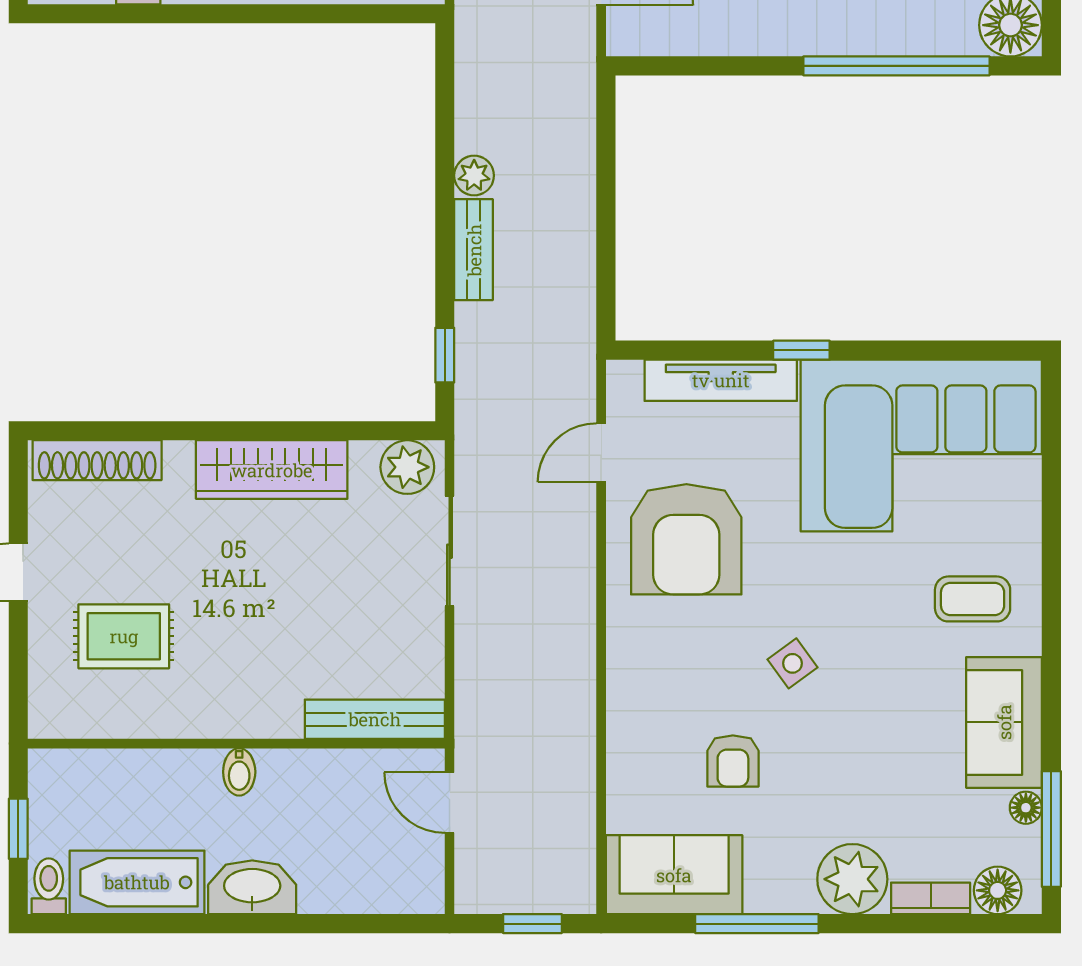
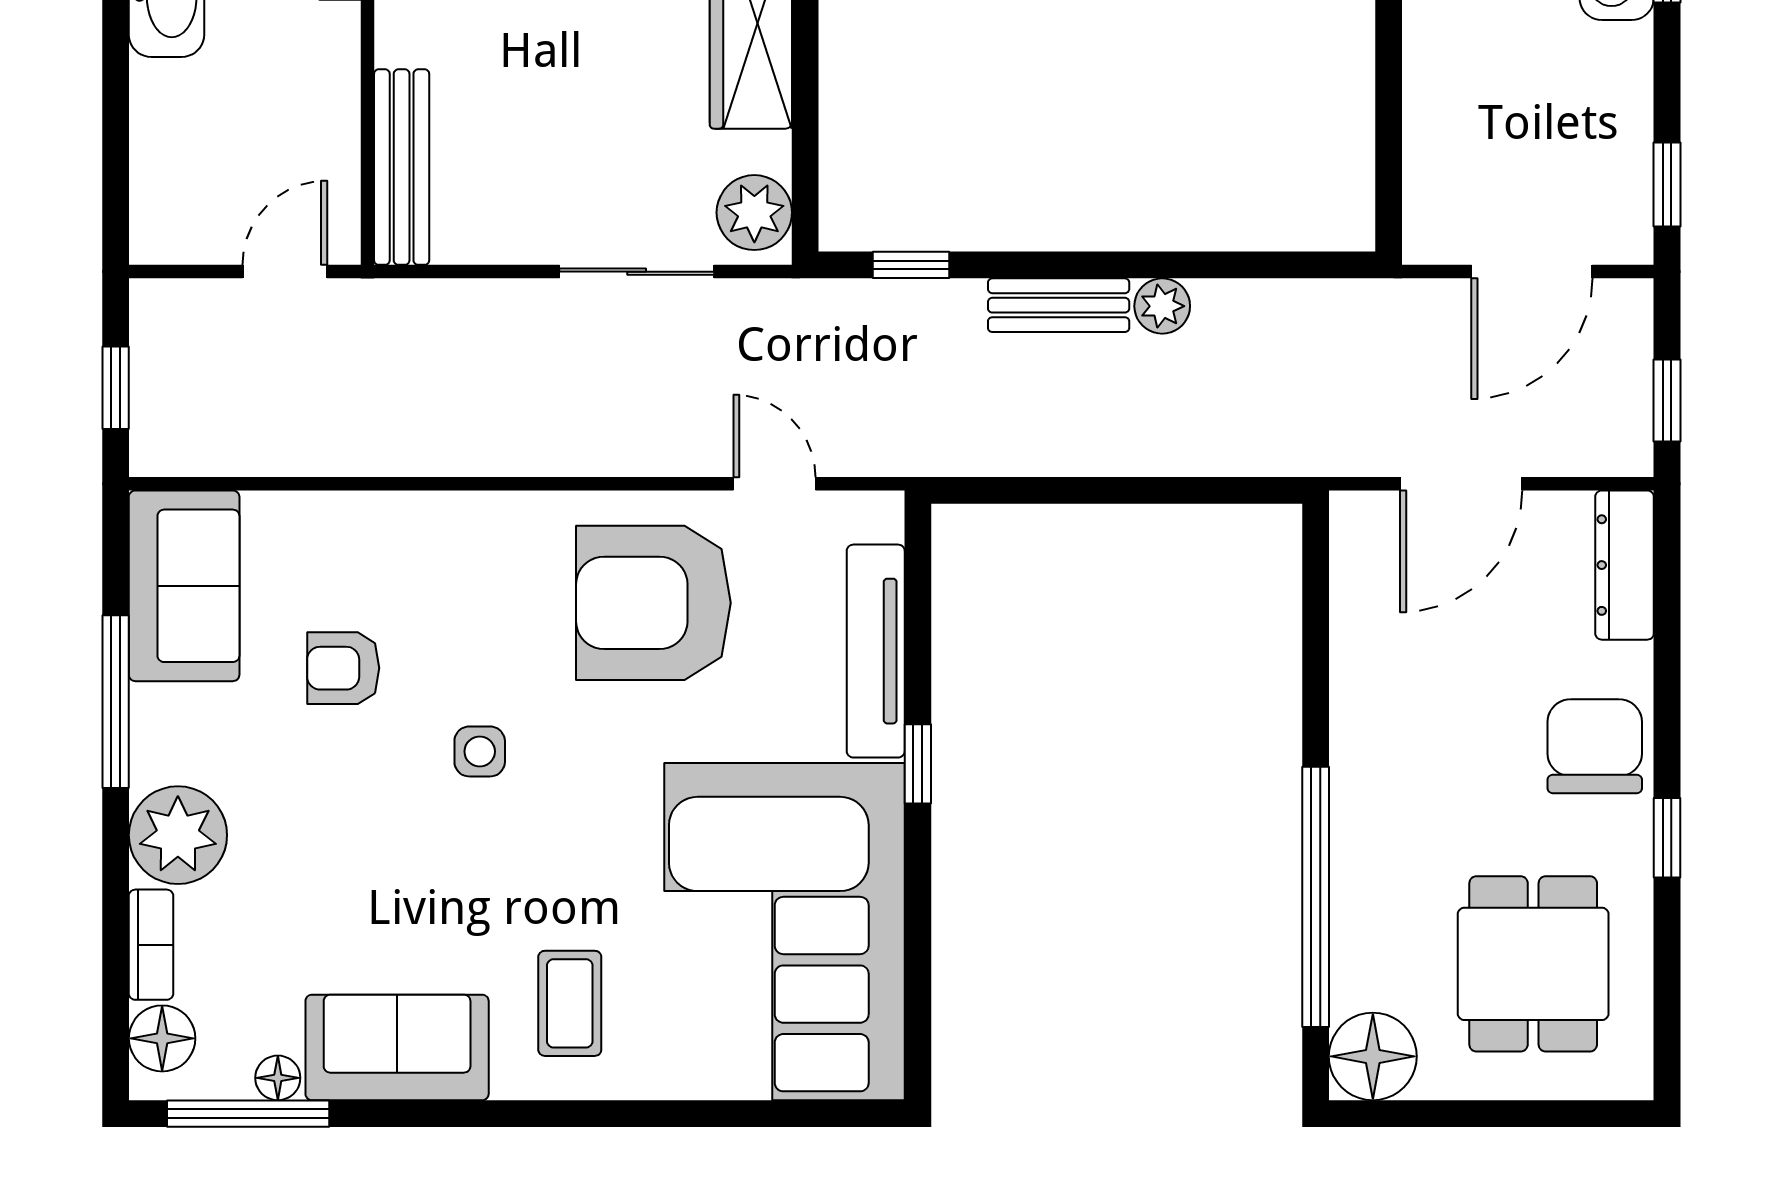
side table: (792, 663) -> (480, 751), turned 36

